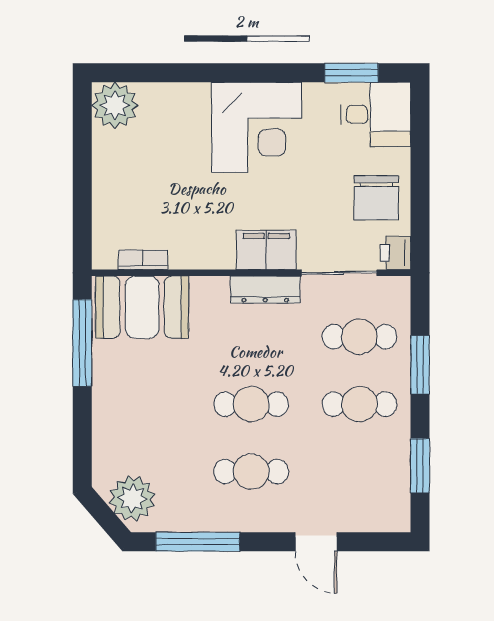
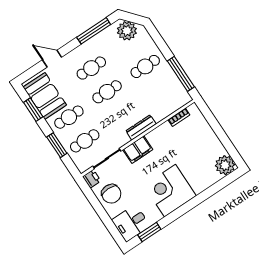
chair: (376, 198) -> (111, 194), turned 180
dresser: (265, 290) -> (141, 127), moved
booth: (142, 307) -> (45, 96), moved, turned 90
cafe table: (143, 404) -> (145, 66), added

